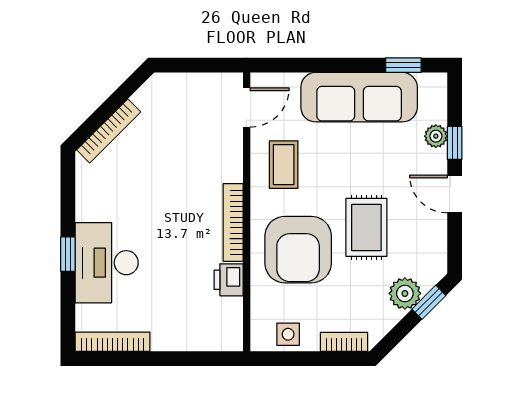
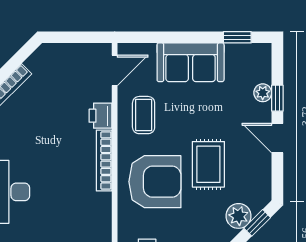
sofa: (359, 97) -> (191, 62), width x0.73
armchair: (298, 250) -> (155, 182), turned -90
printer: (229, 280) -> (100, 116), moved

